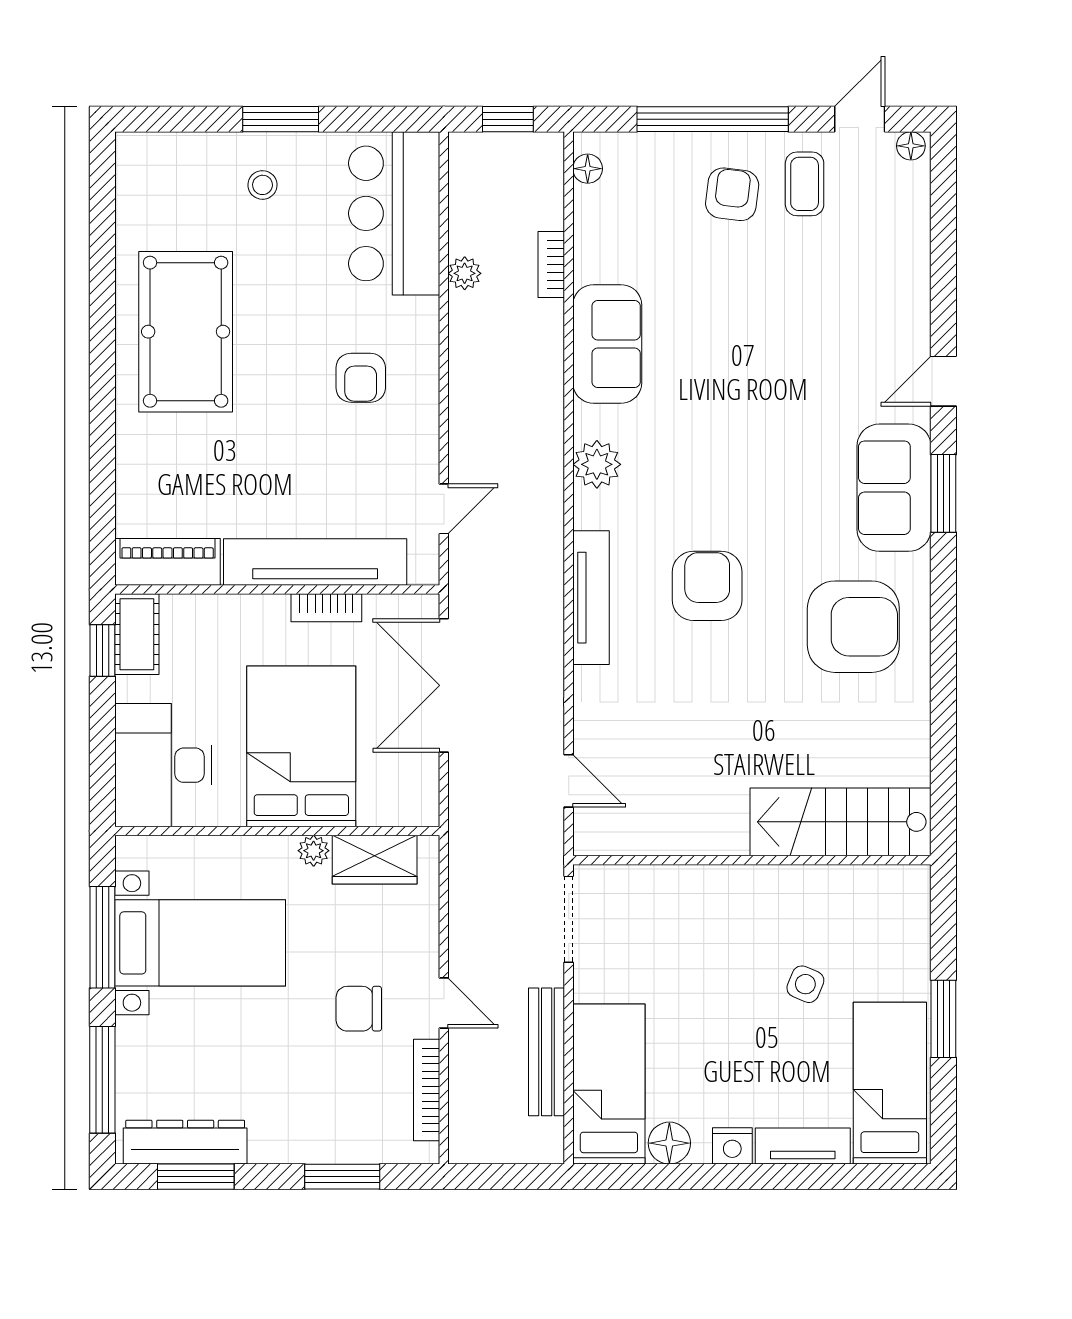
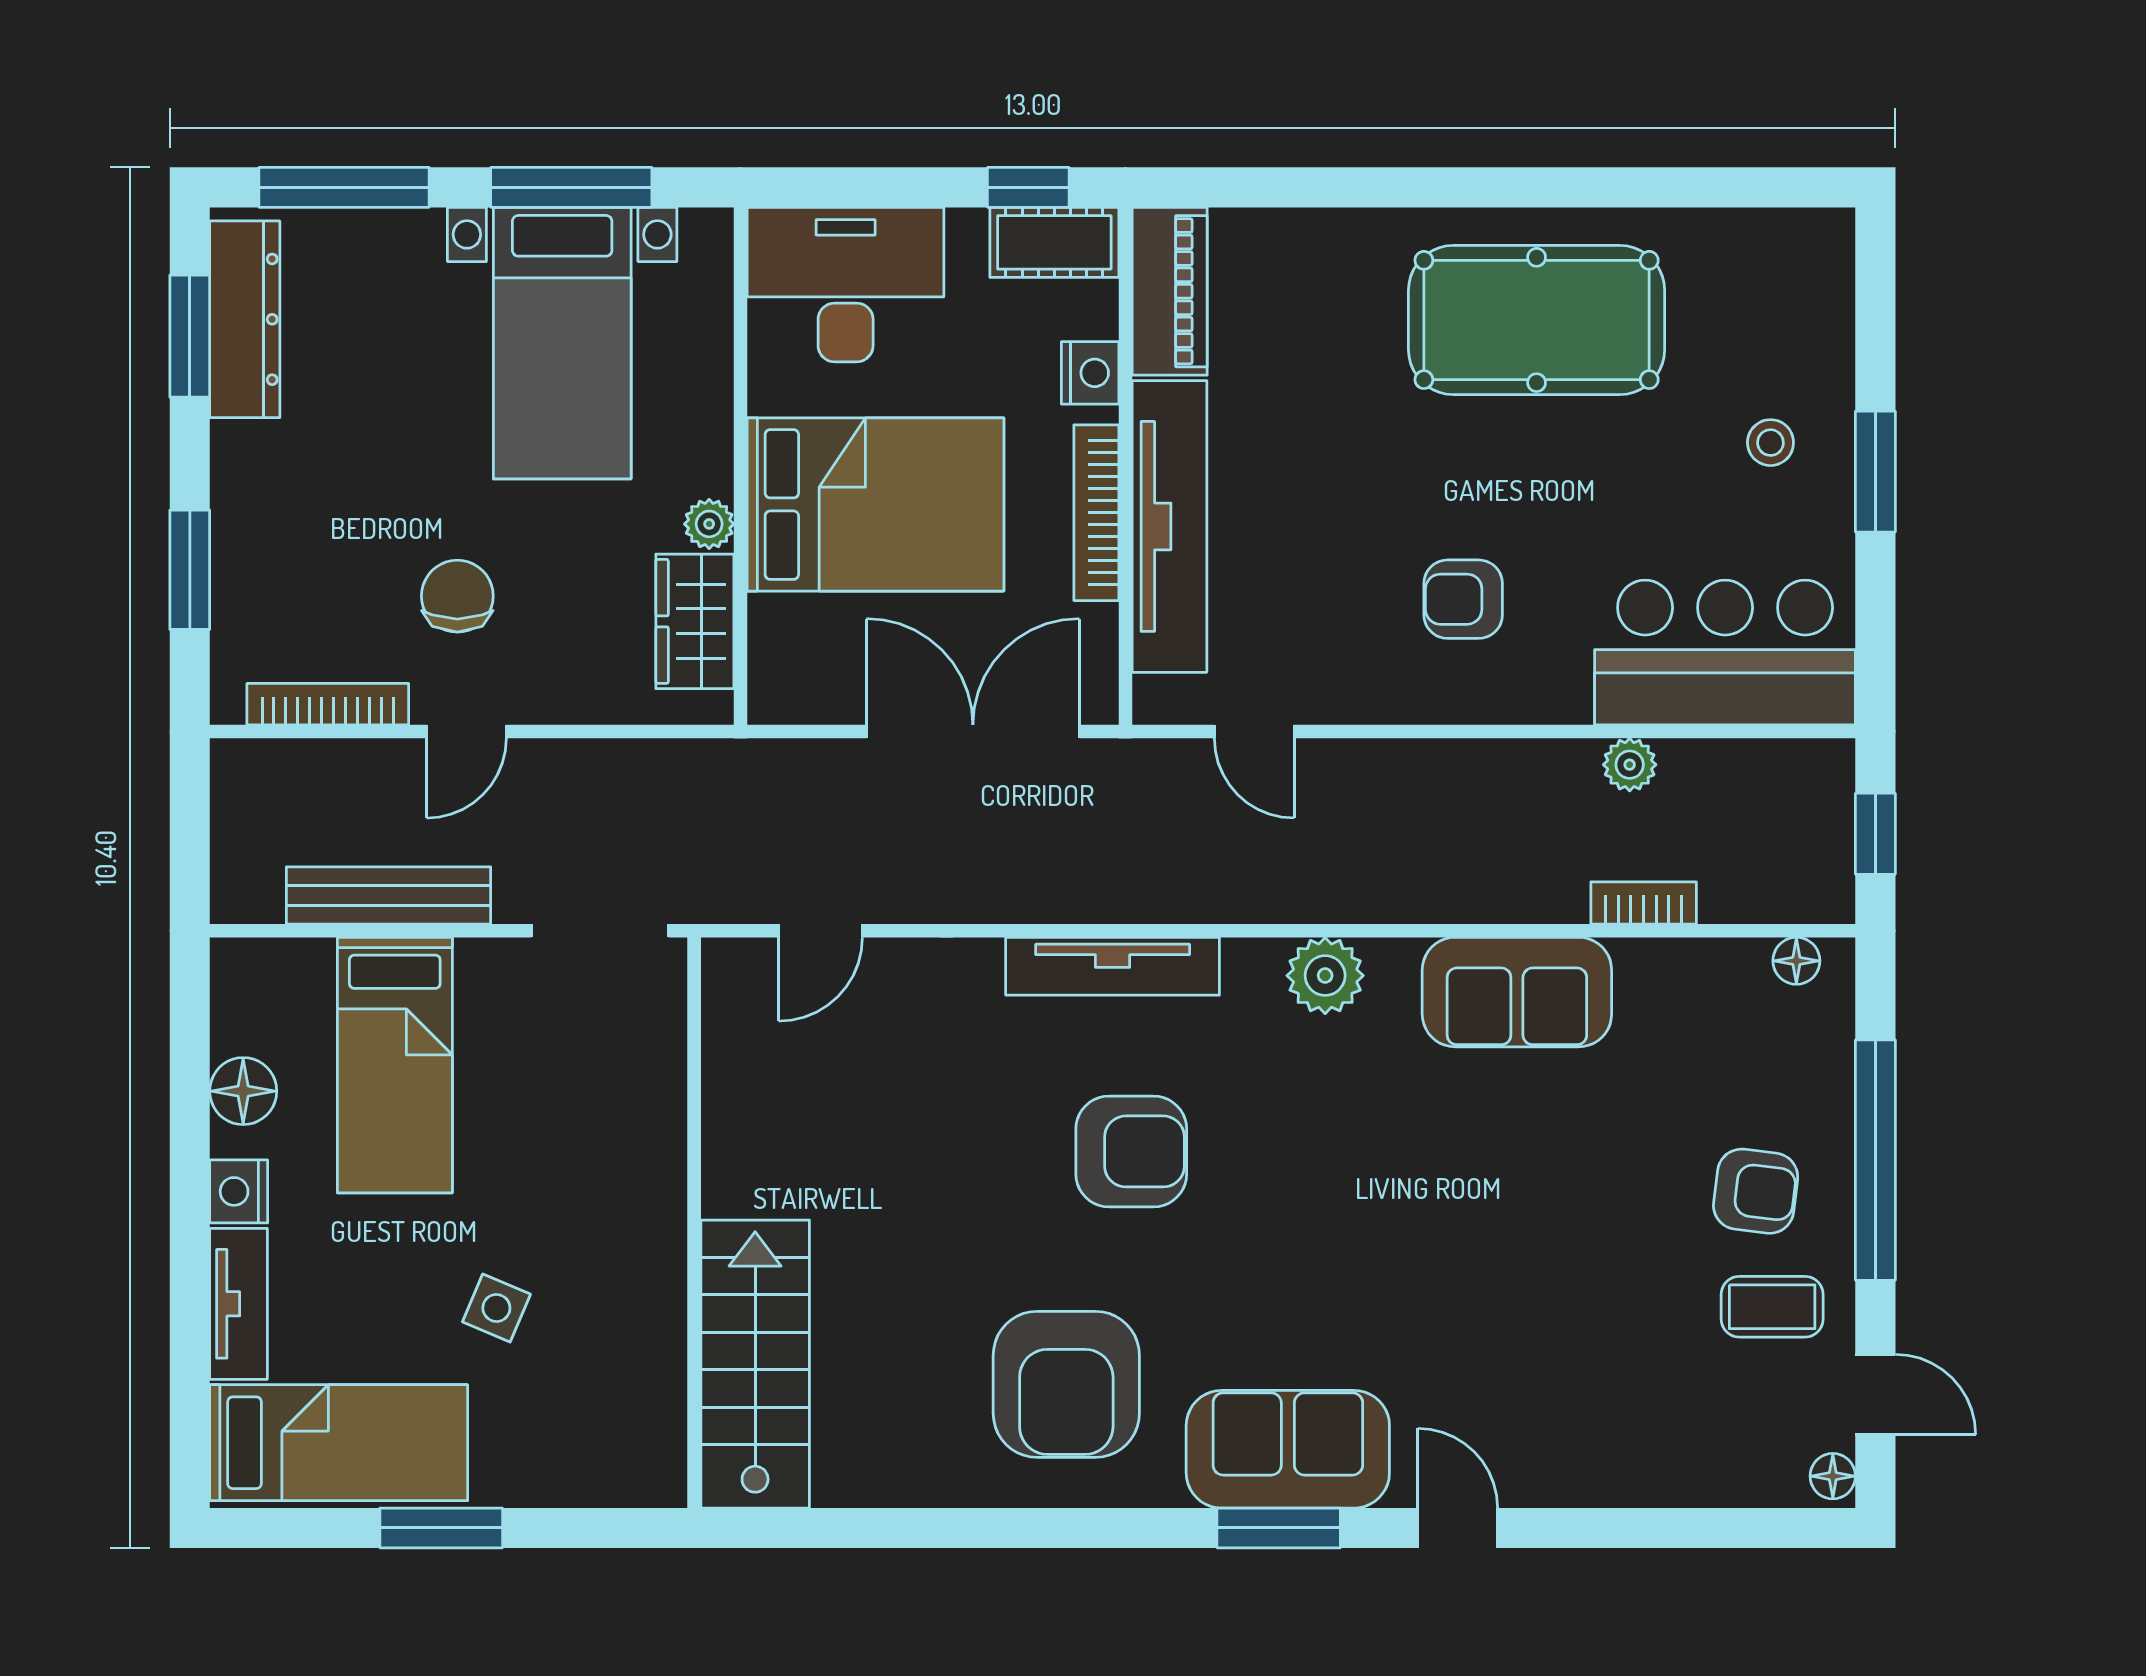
bookcase: (326, 608) -> (1096, 513), width x1.56
nightstand: (219, 612) -> (1090, 373), added
bed: (609, 1084) -> (395, 1065), moved, turned 90

